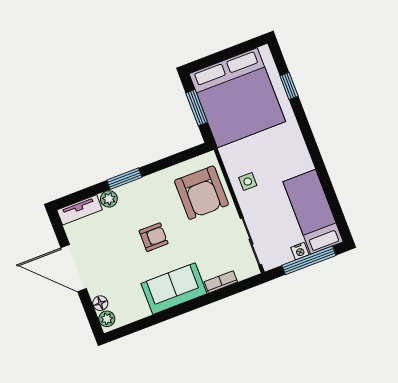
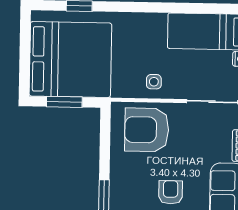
armchair: (201, 193) -> (147, 130), turned 180

